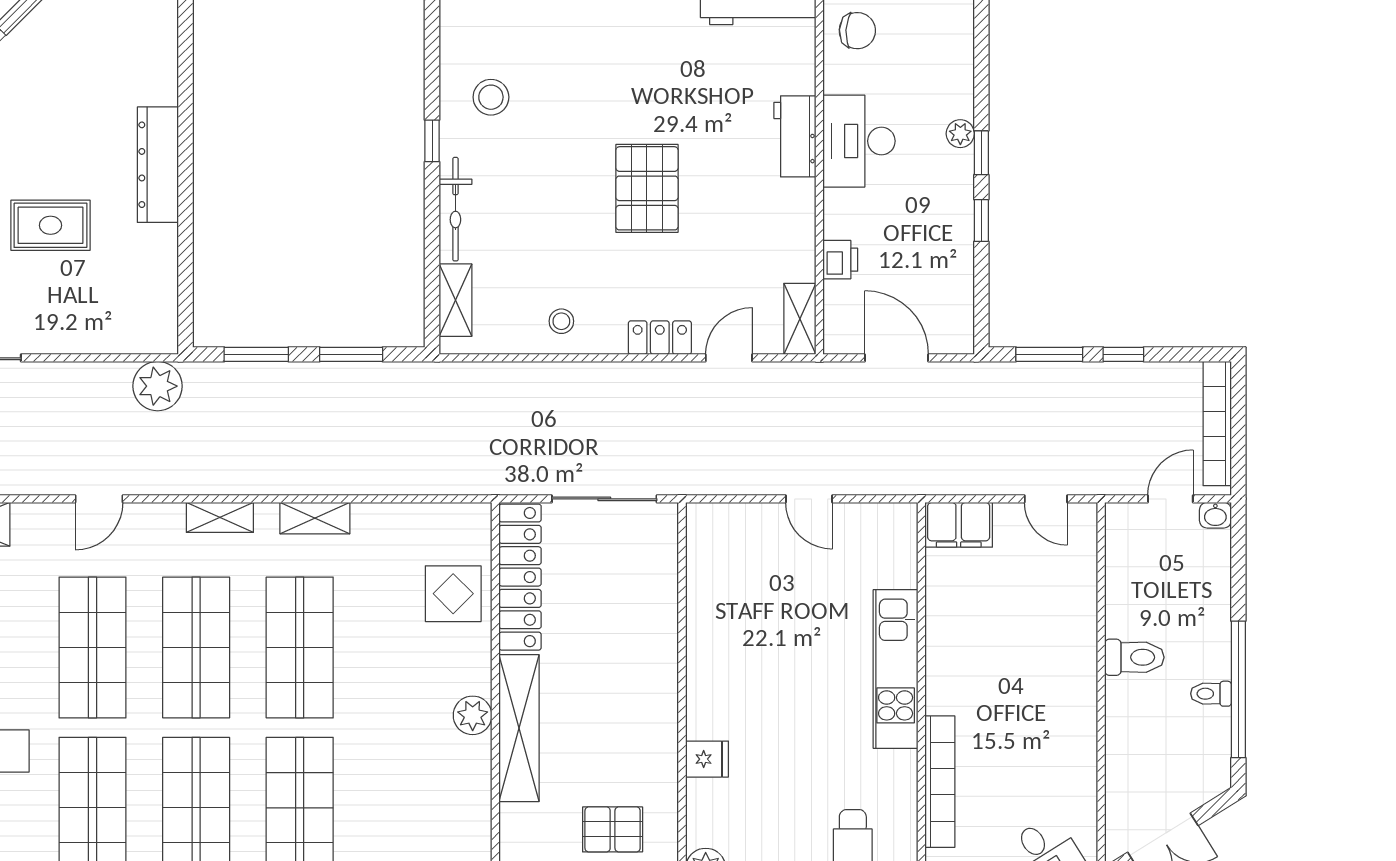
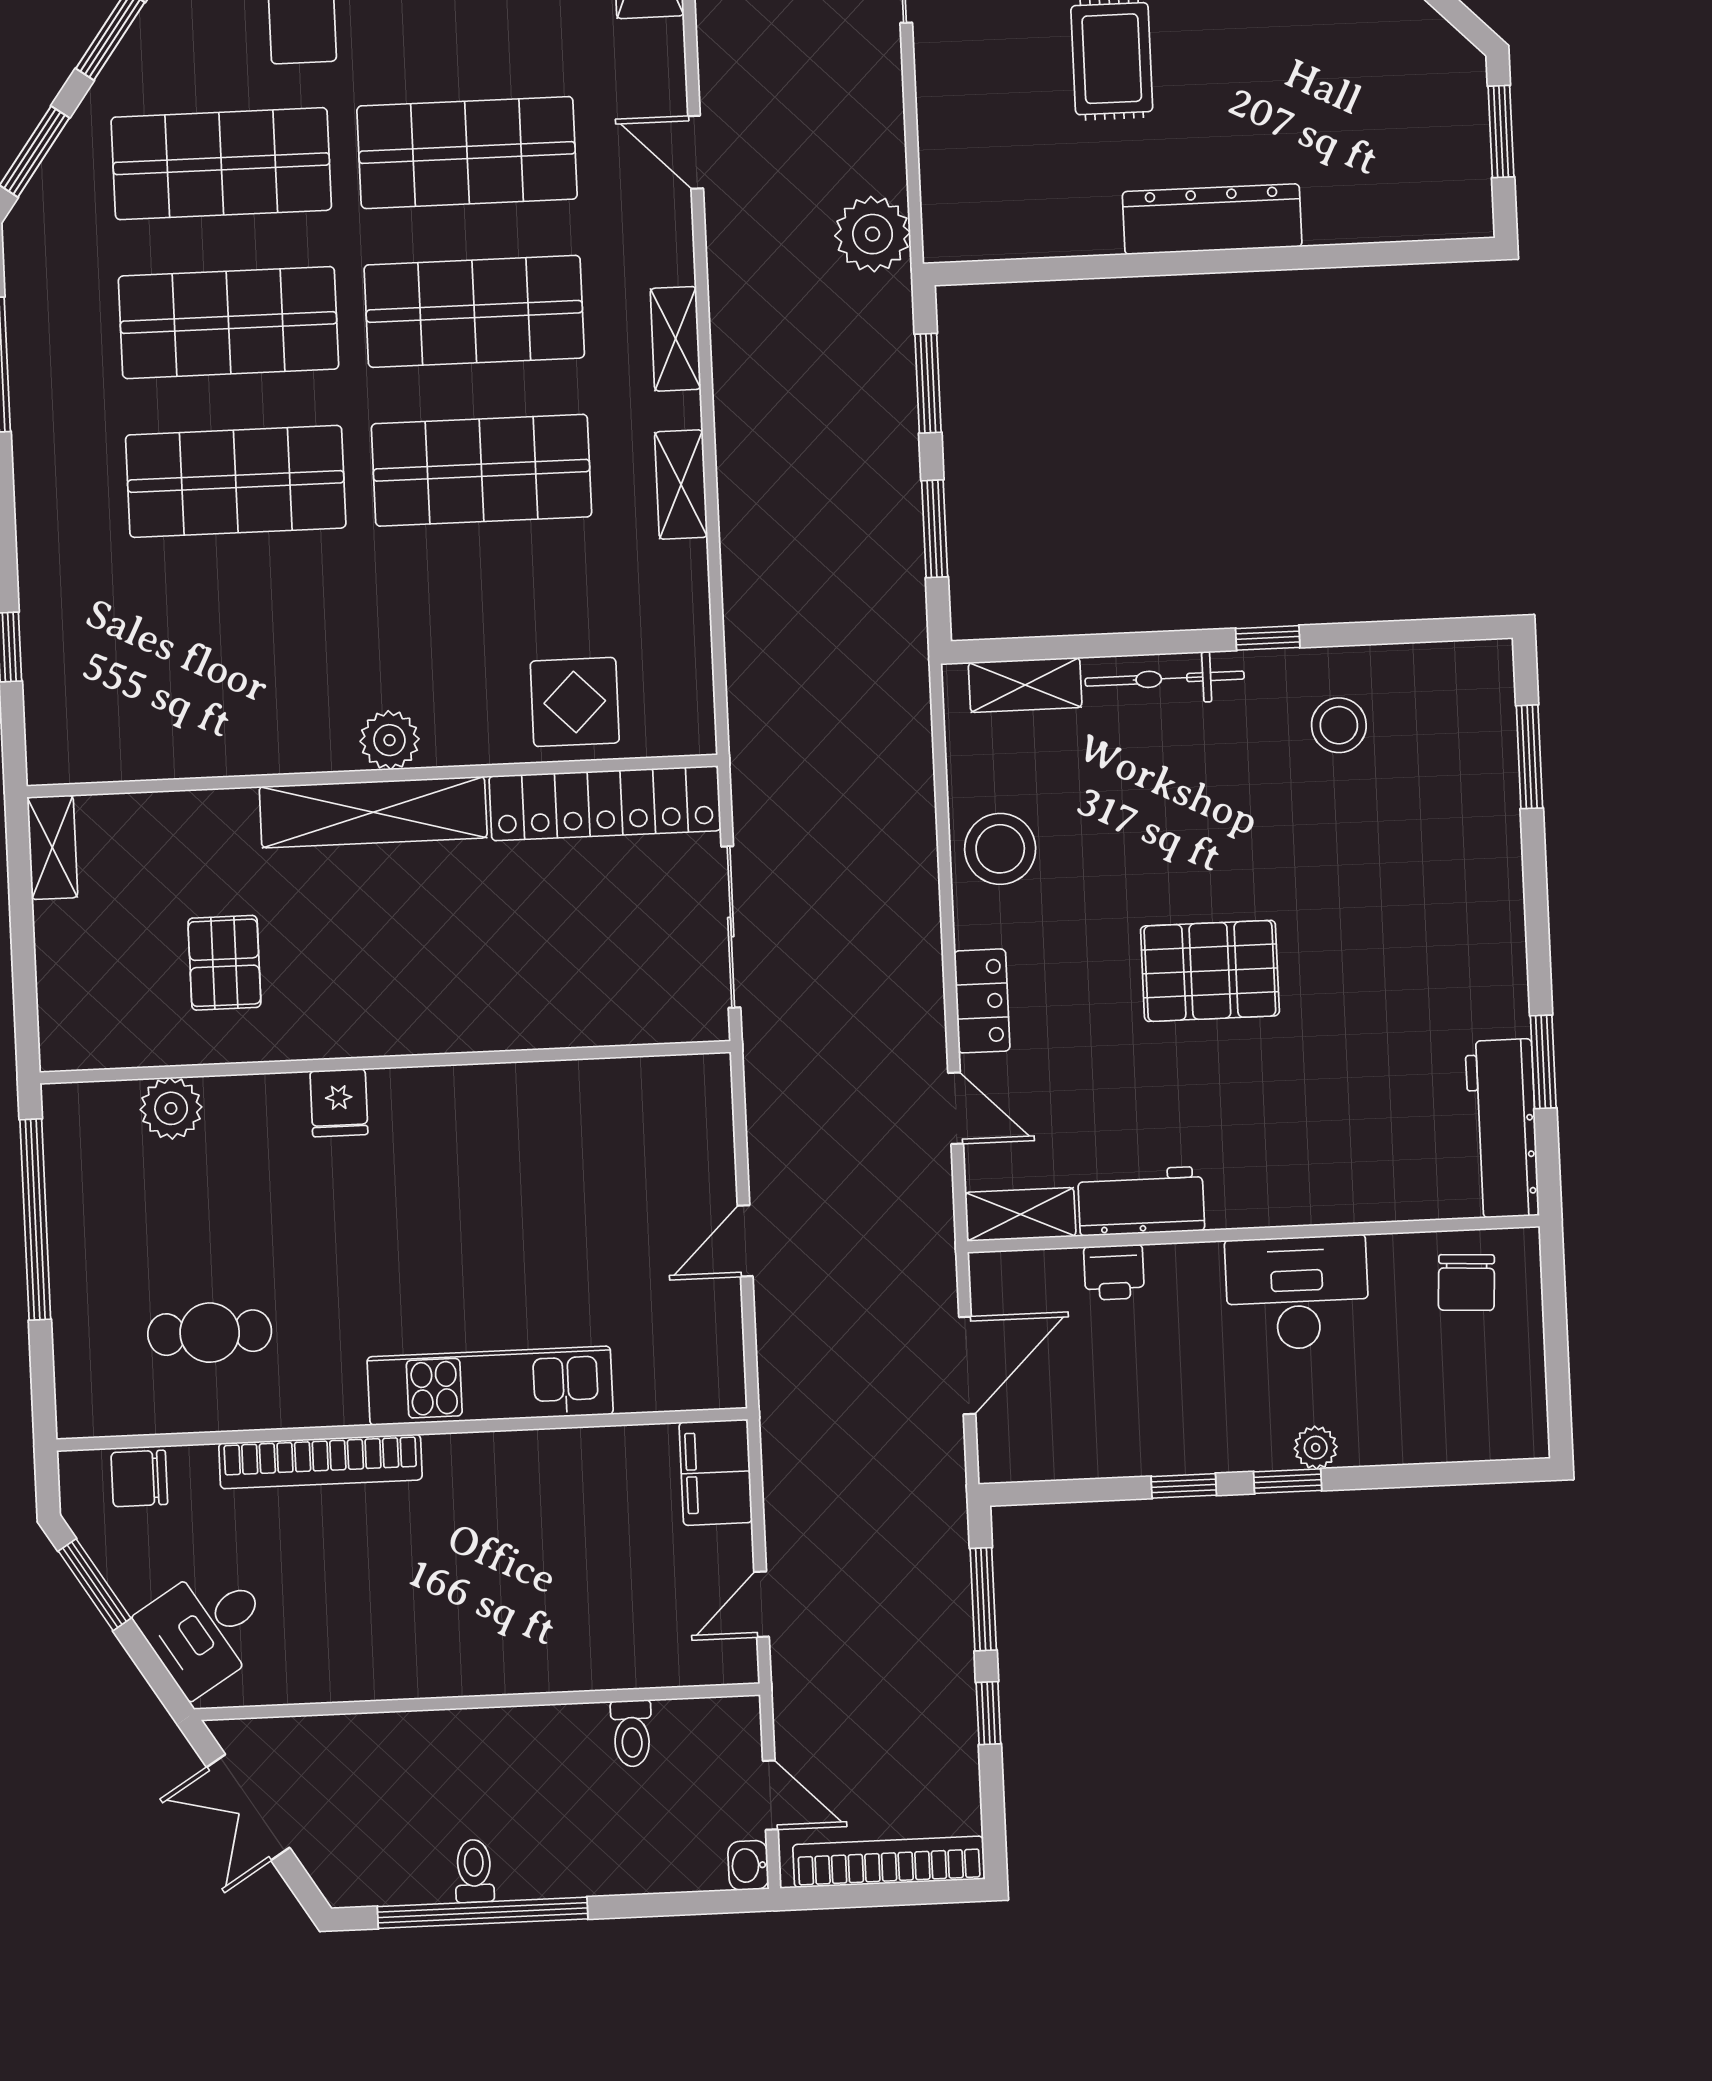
workbench: (795, 136) -> (1141, 1201), moved
stool: (561, 321) -> (1000, 849), width x1.89, depth x1.89
toilet: (1134, 657) -> (632, 1733), moved, width x0.73, depth x0.72

